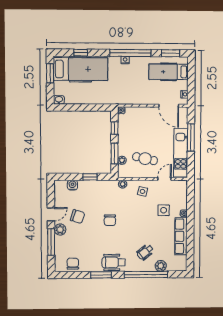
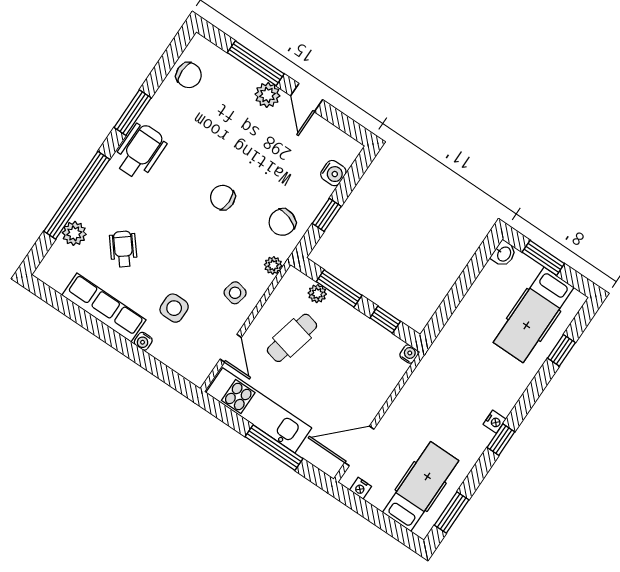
window: (130, 53) -> (501, 440), width x0.32
hospital bed: (80, 69) -> (534, 315), width x0.73, depth x0.78
window: (50, 73) -> (543, 258), moved
chair: (77, 217) -> (282, 222), moved
wheelchair: (145, 252) -> (123, 249), moved

